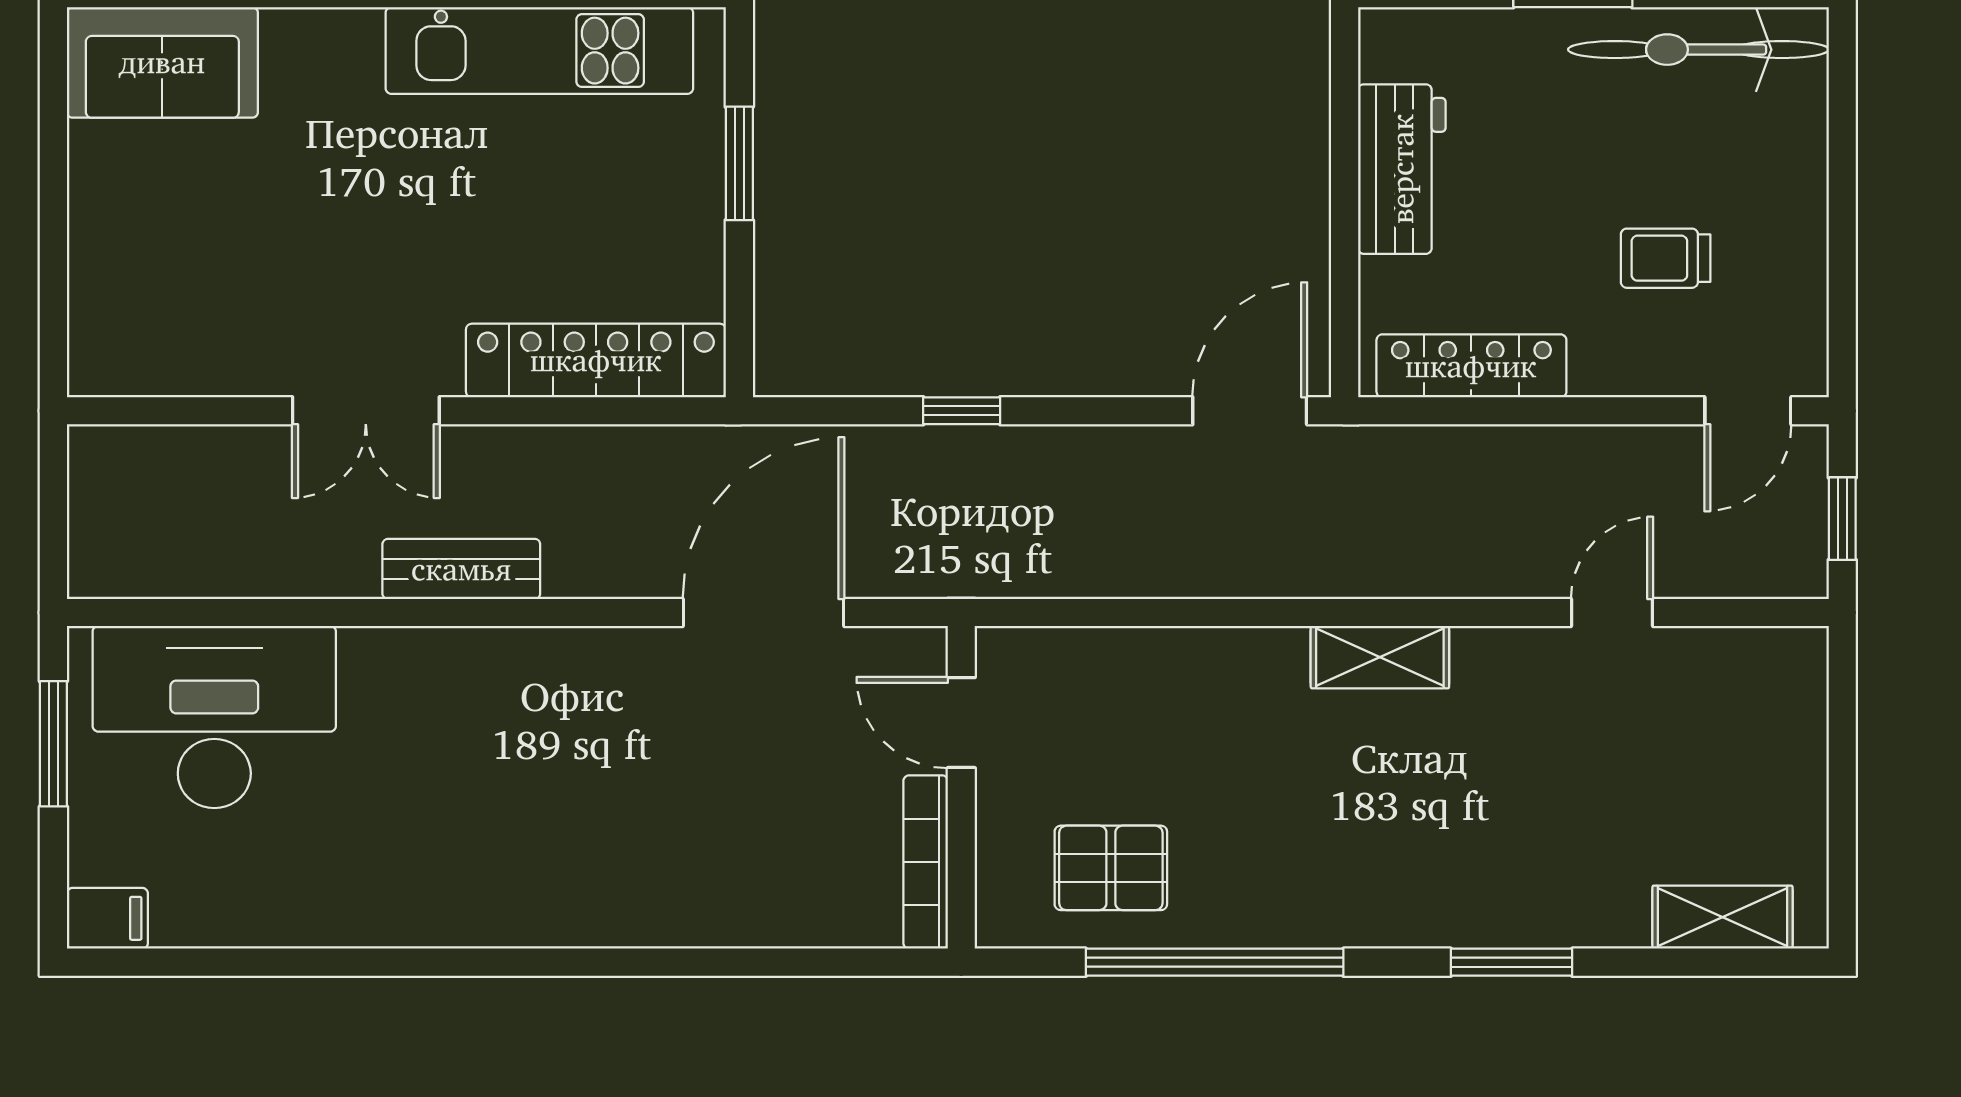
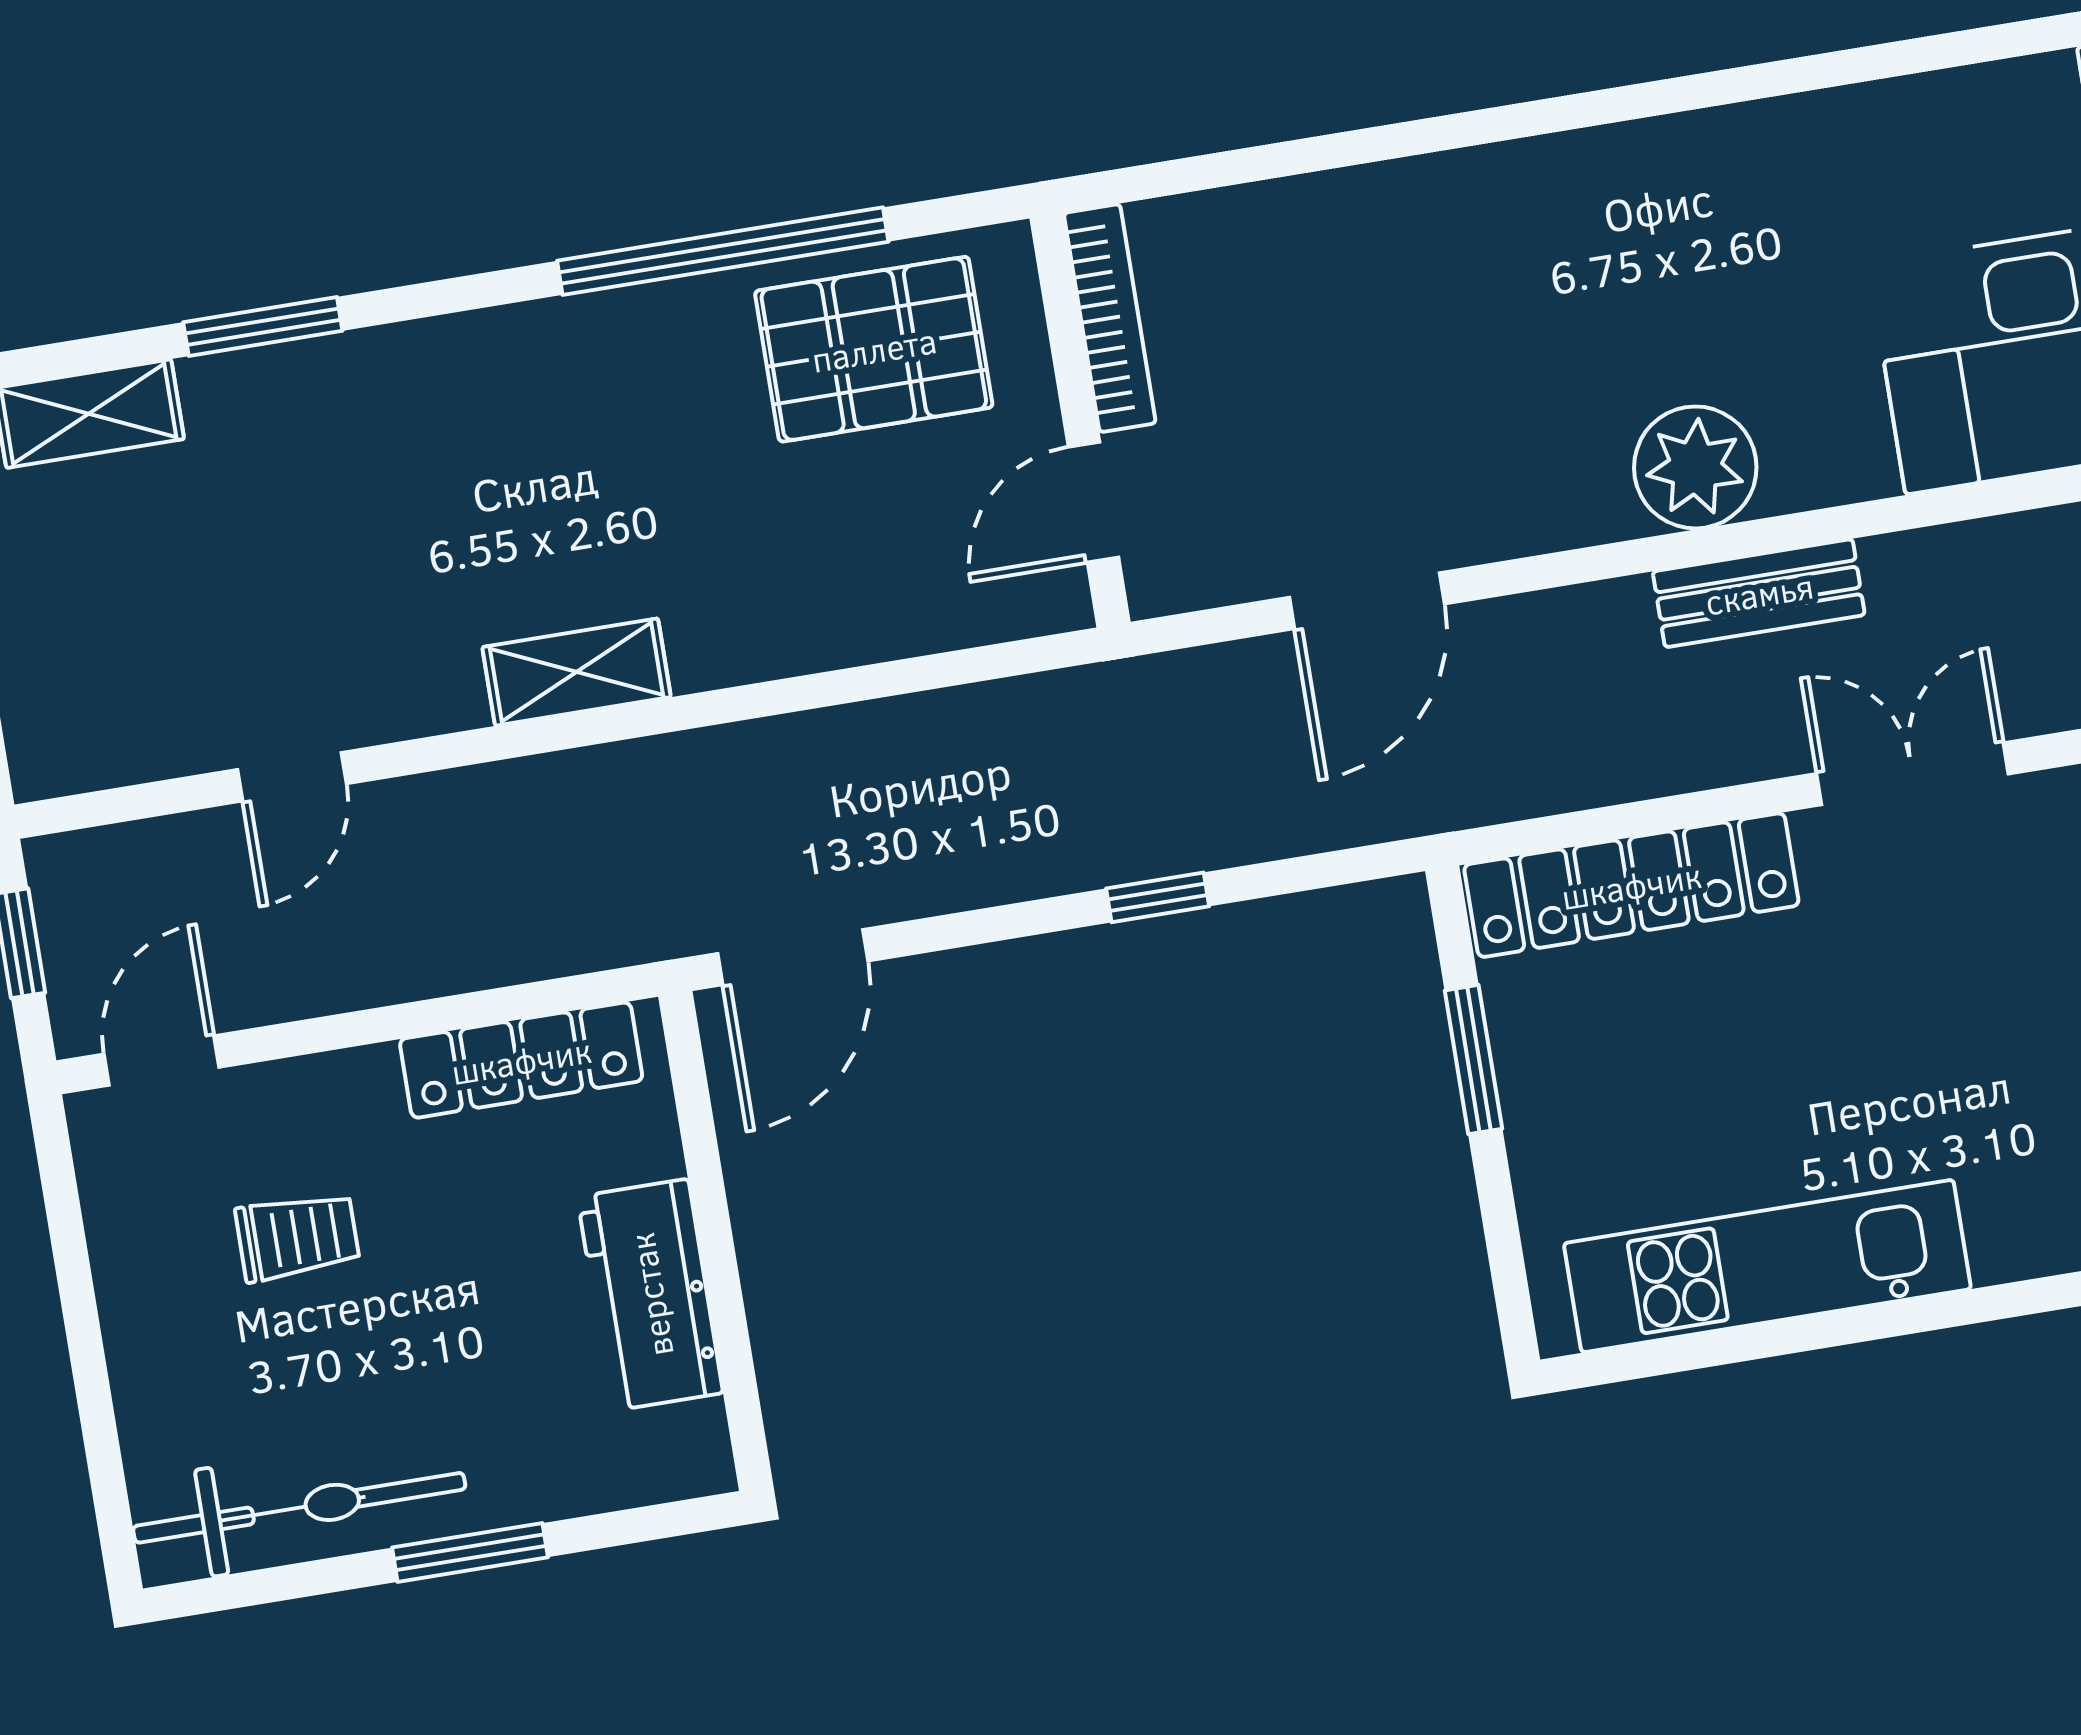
window: (739, 163) -> (1473, 1060), moved
door: (763, 612) -> (1367, 601), width x0.73
plant: (494, 674) -> (1695, 467), added
door: (961, 723) -> (1093, 502), swing flipped
pallet: (1111, 868) -> (874, 349), width x1.50, depth x1.42
window: (1512, 962) -> (263, 327), moved

